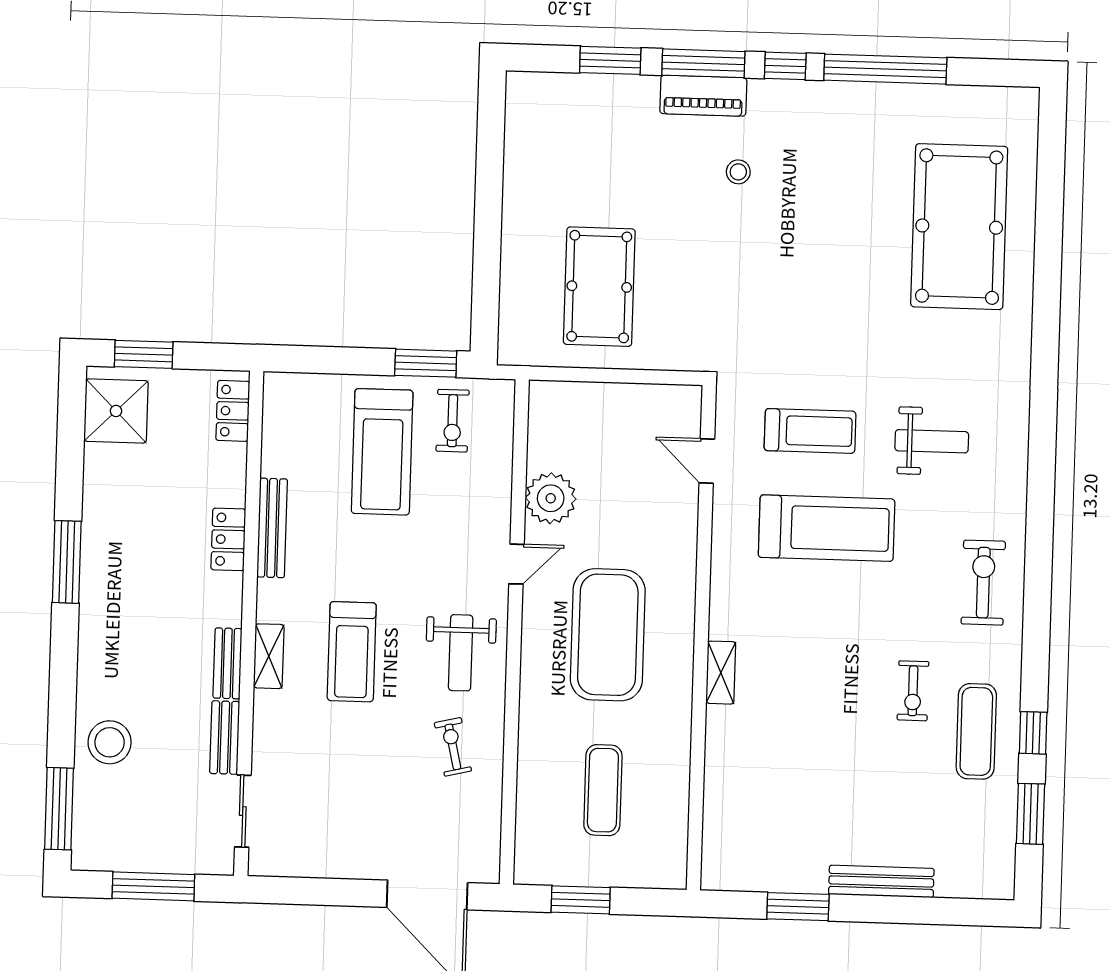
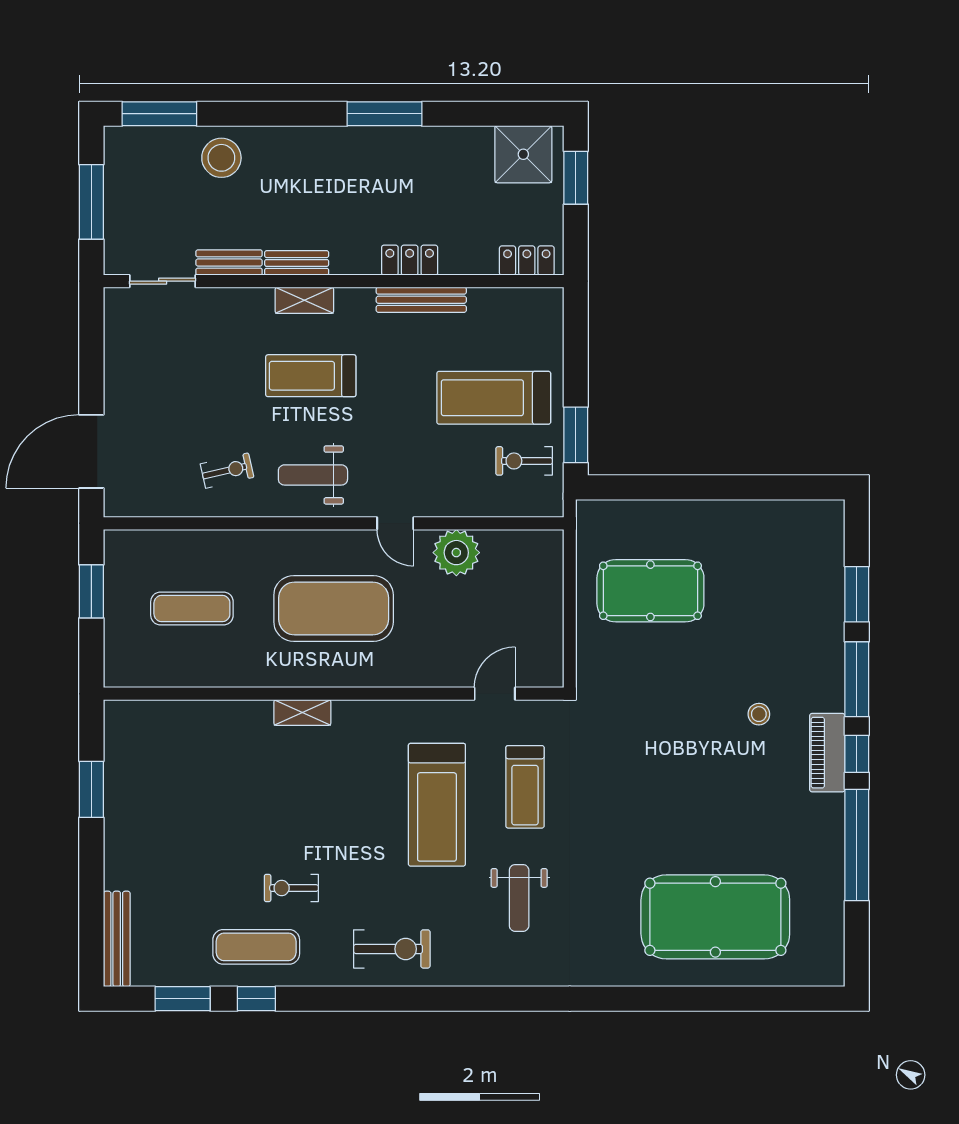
piano: (703, 96) -> (827, 753), moved
bench: (881, 881) -> (117, 939), moved

